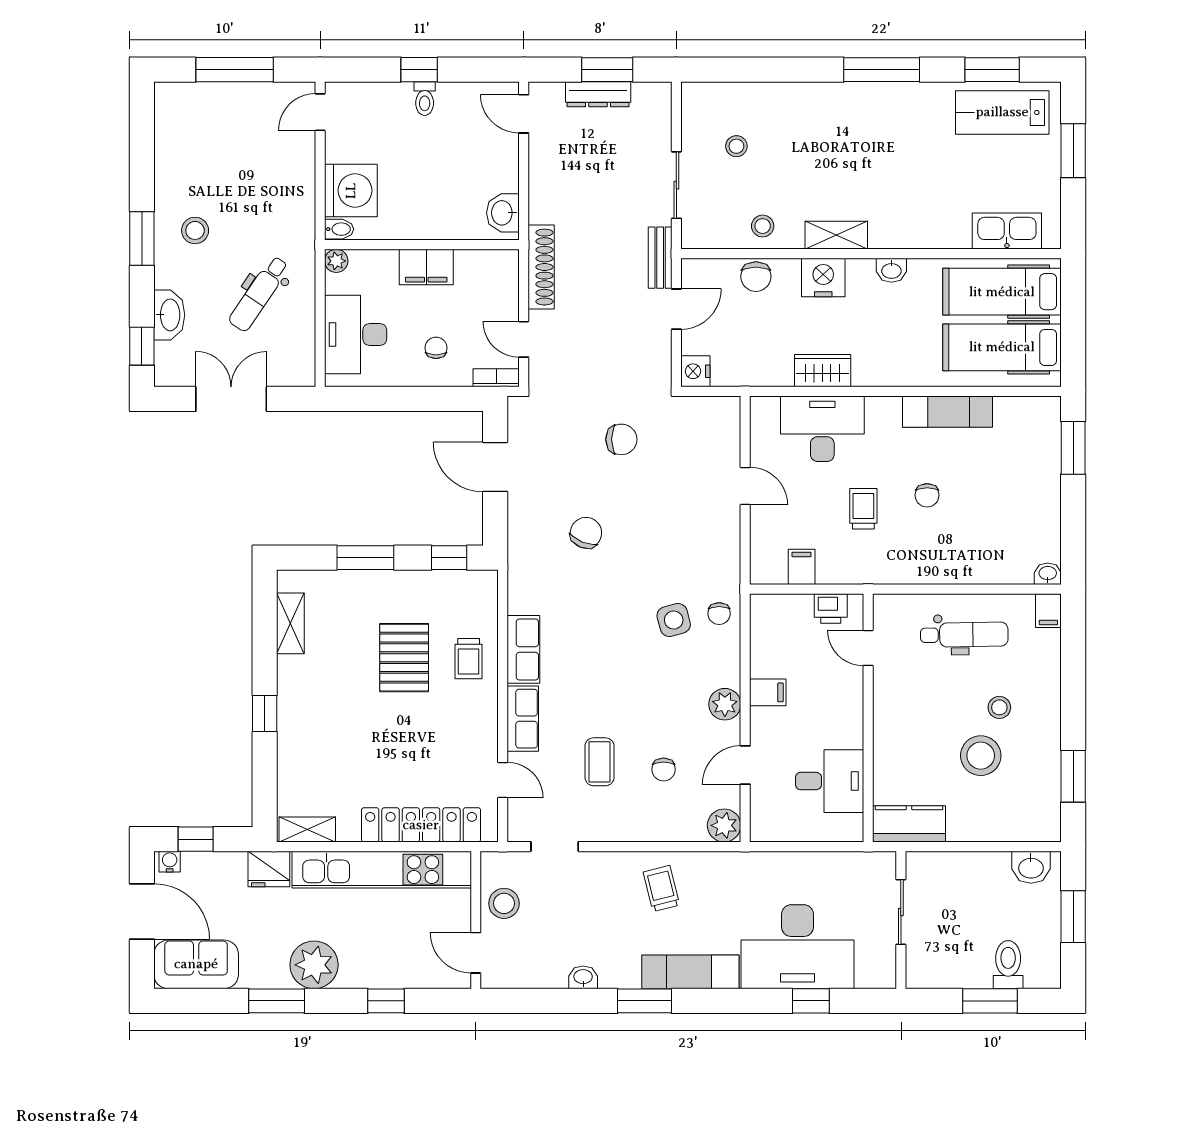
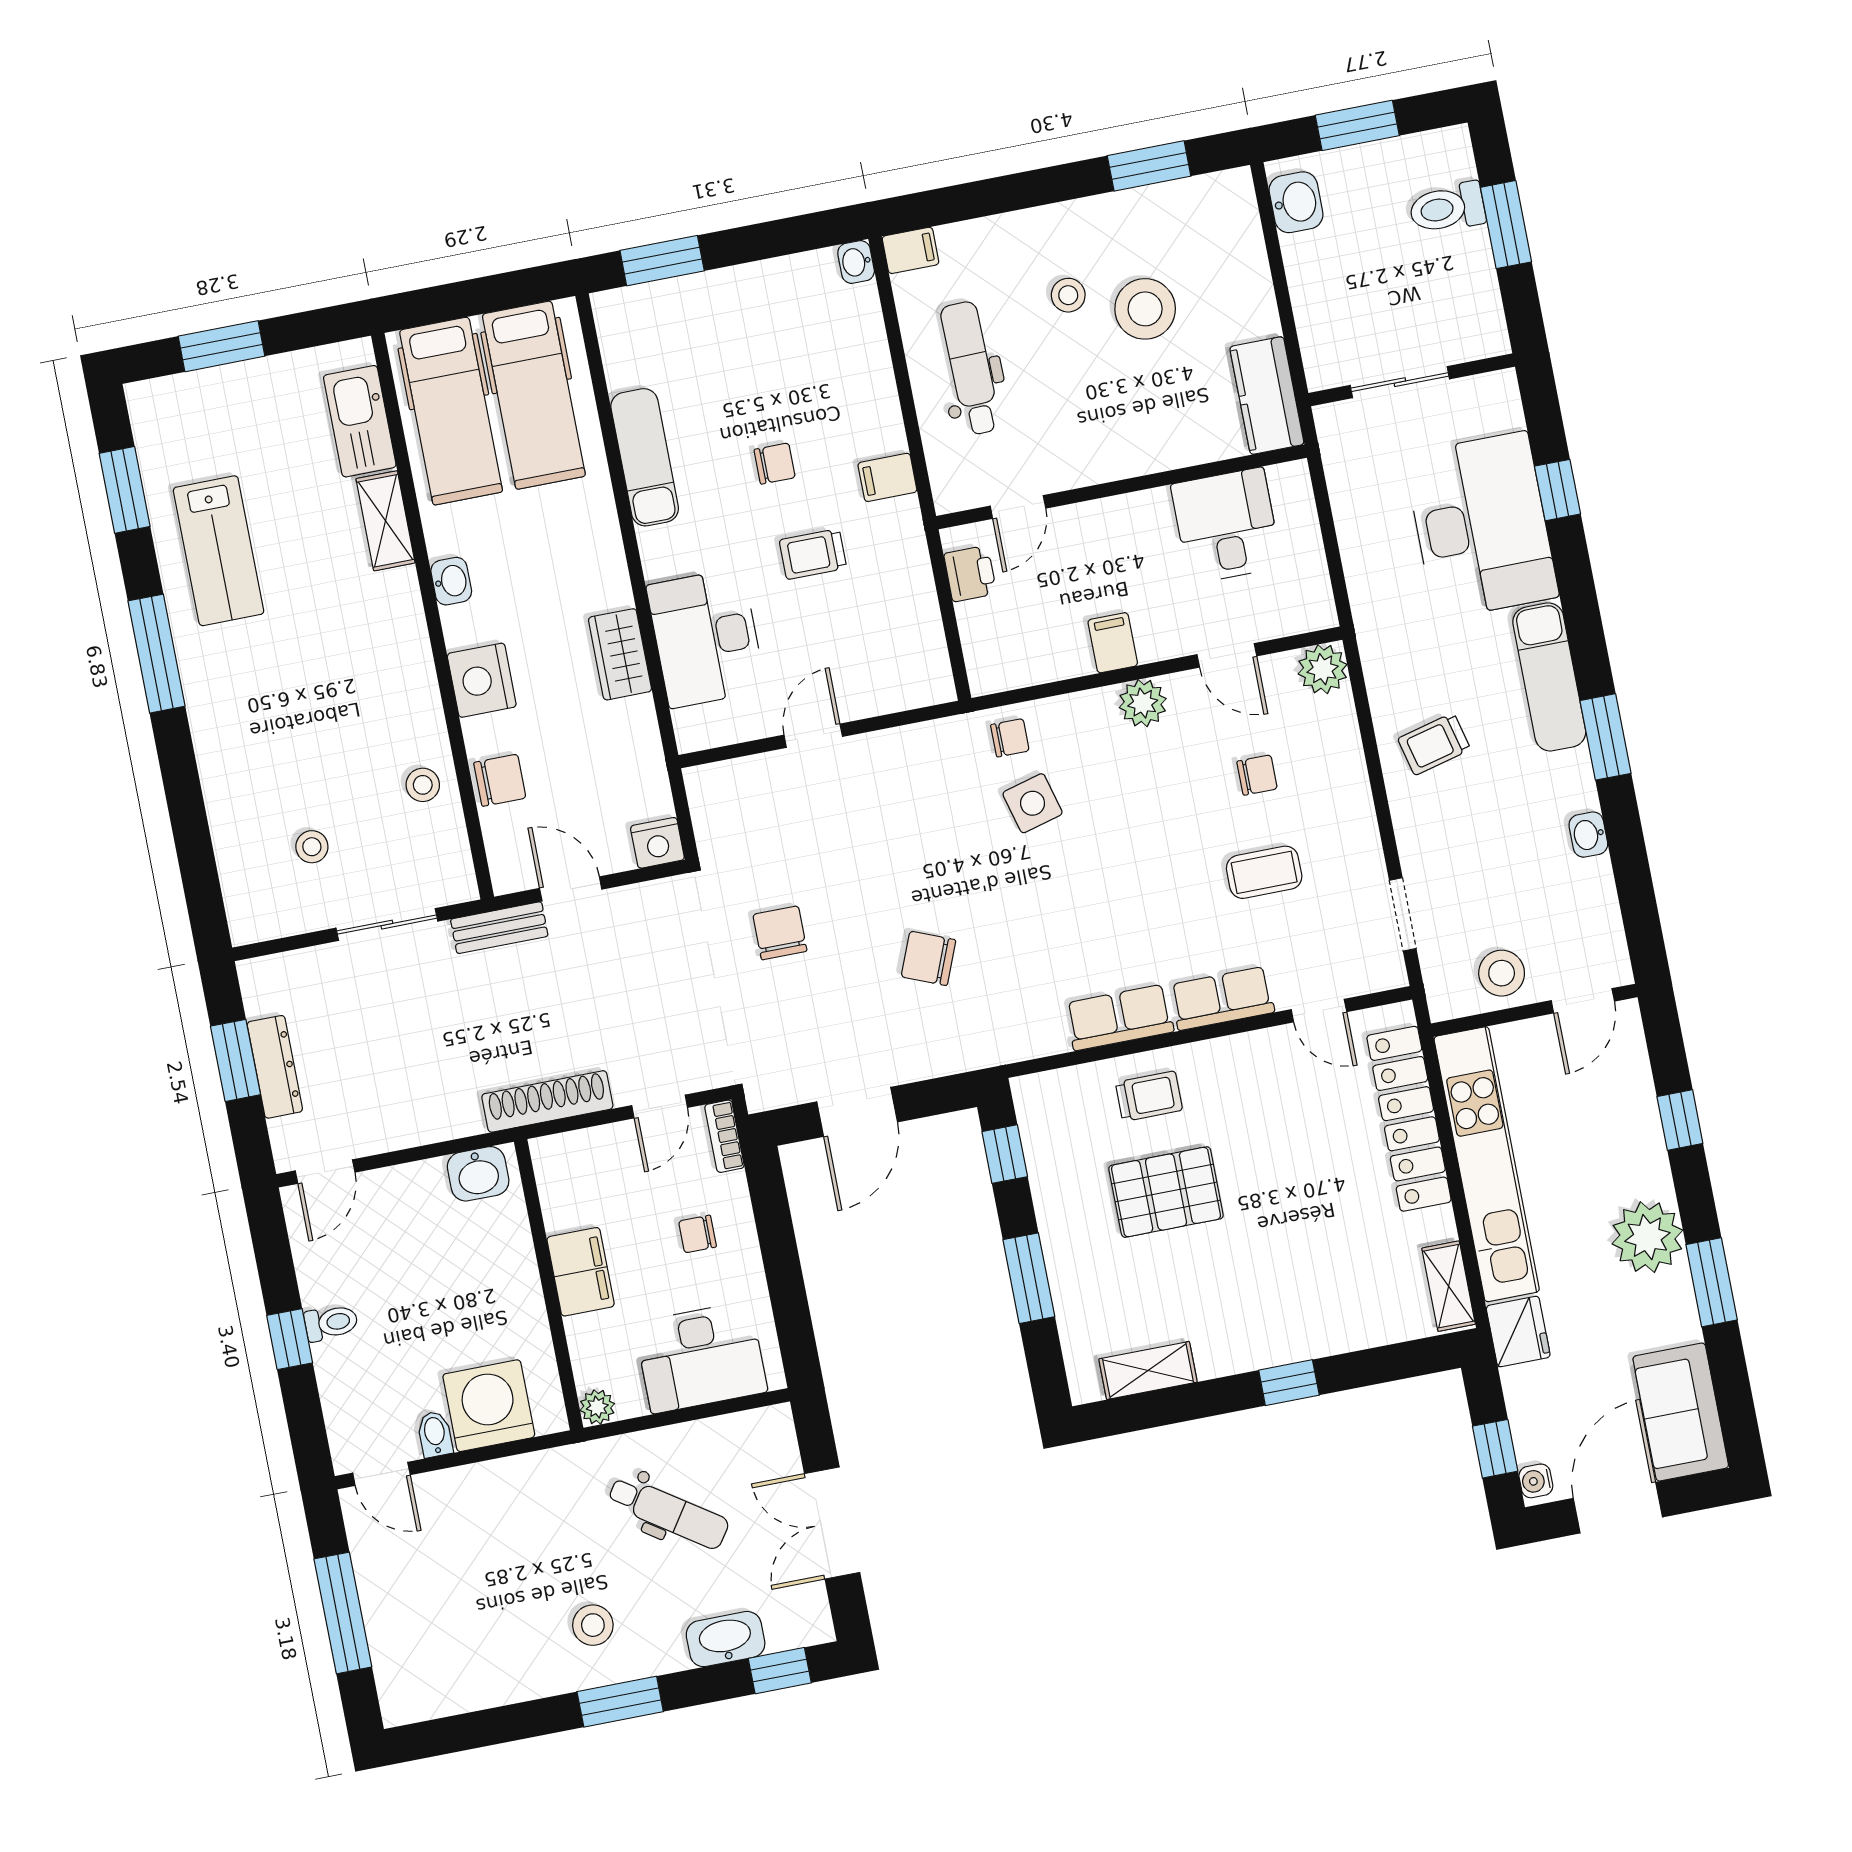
lab bench: (1002, 112) -> (219, 551), moved
bidet: (339, 229) -> (435, 1434), moved
shelving: (836, 235) -> (386, 521), moved
filing cabinet: (802, 567) -> (887, 477), moved
door: (503, 780) -> (1319, 1011), swing flipped

